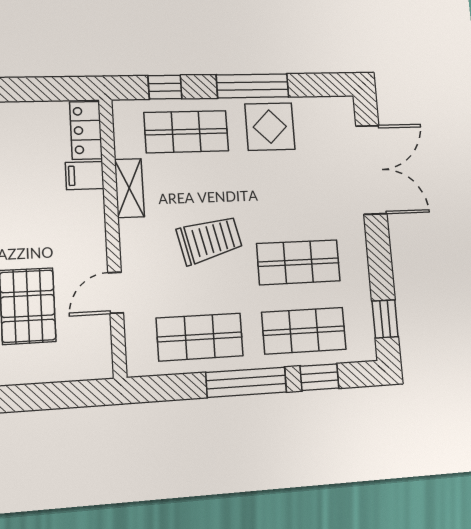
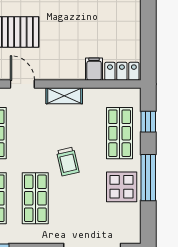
shelving: (129, 188) -> (64, 96), moved
trolley: (210, 240) -> (68, 161), moved, width x0.73, depth x0.72

